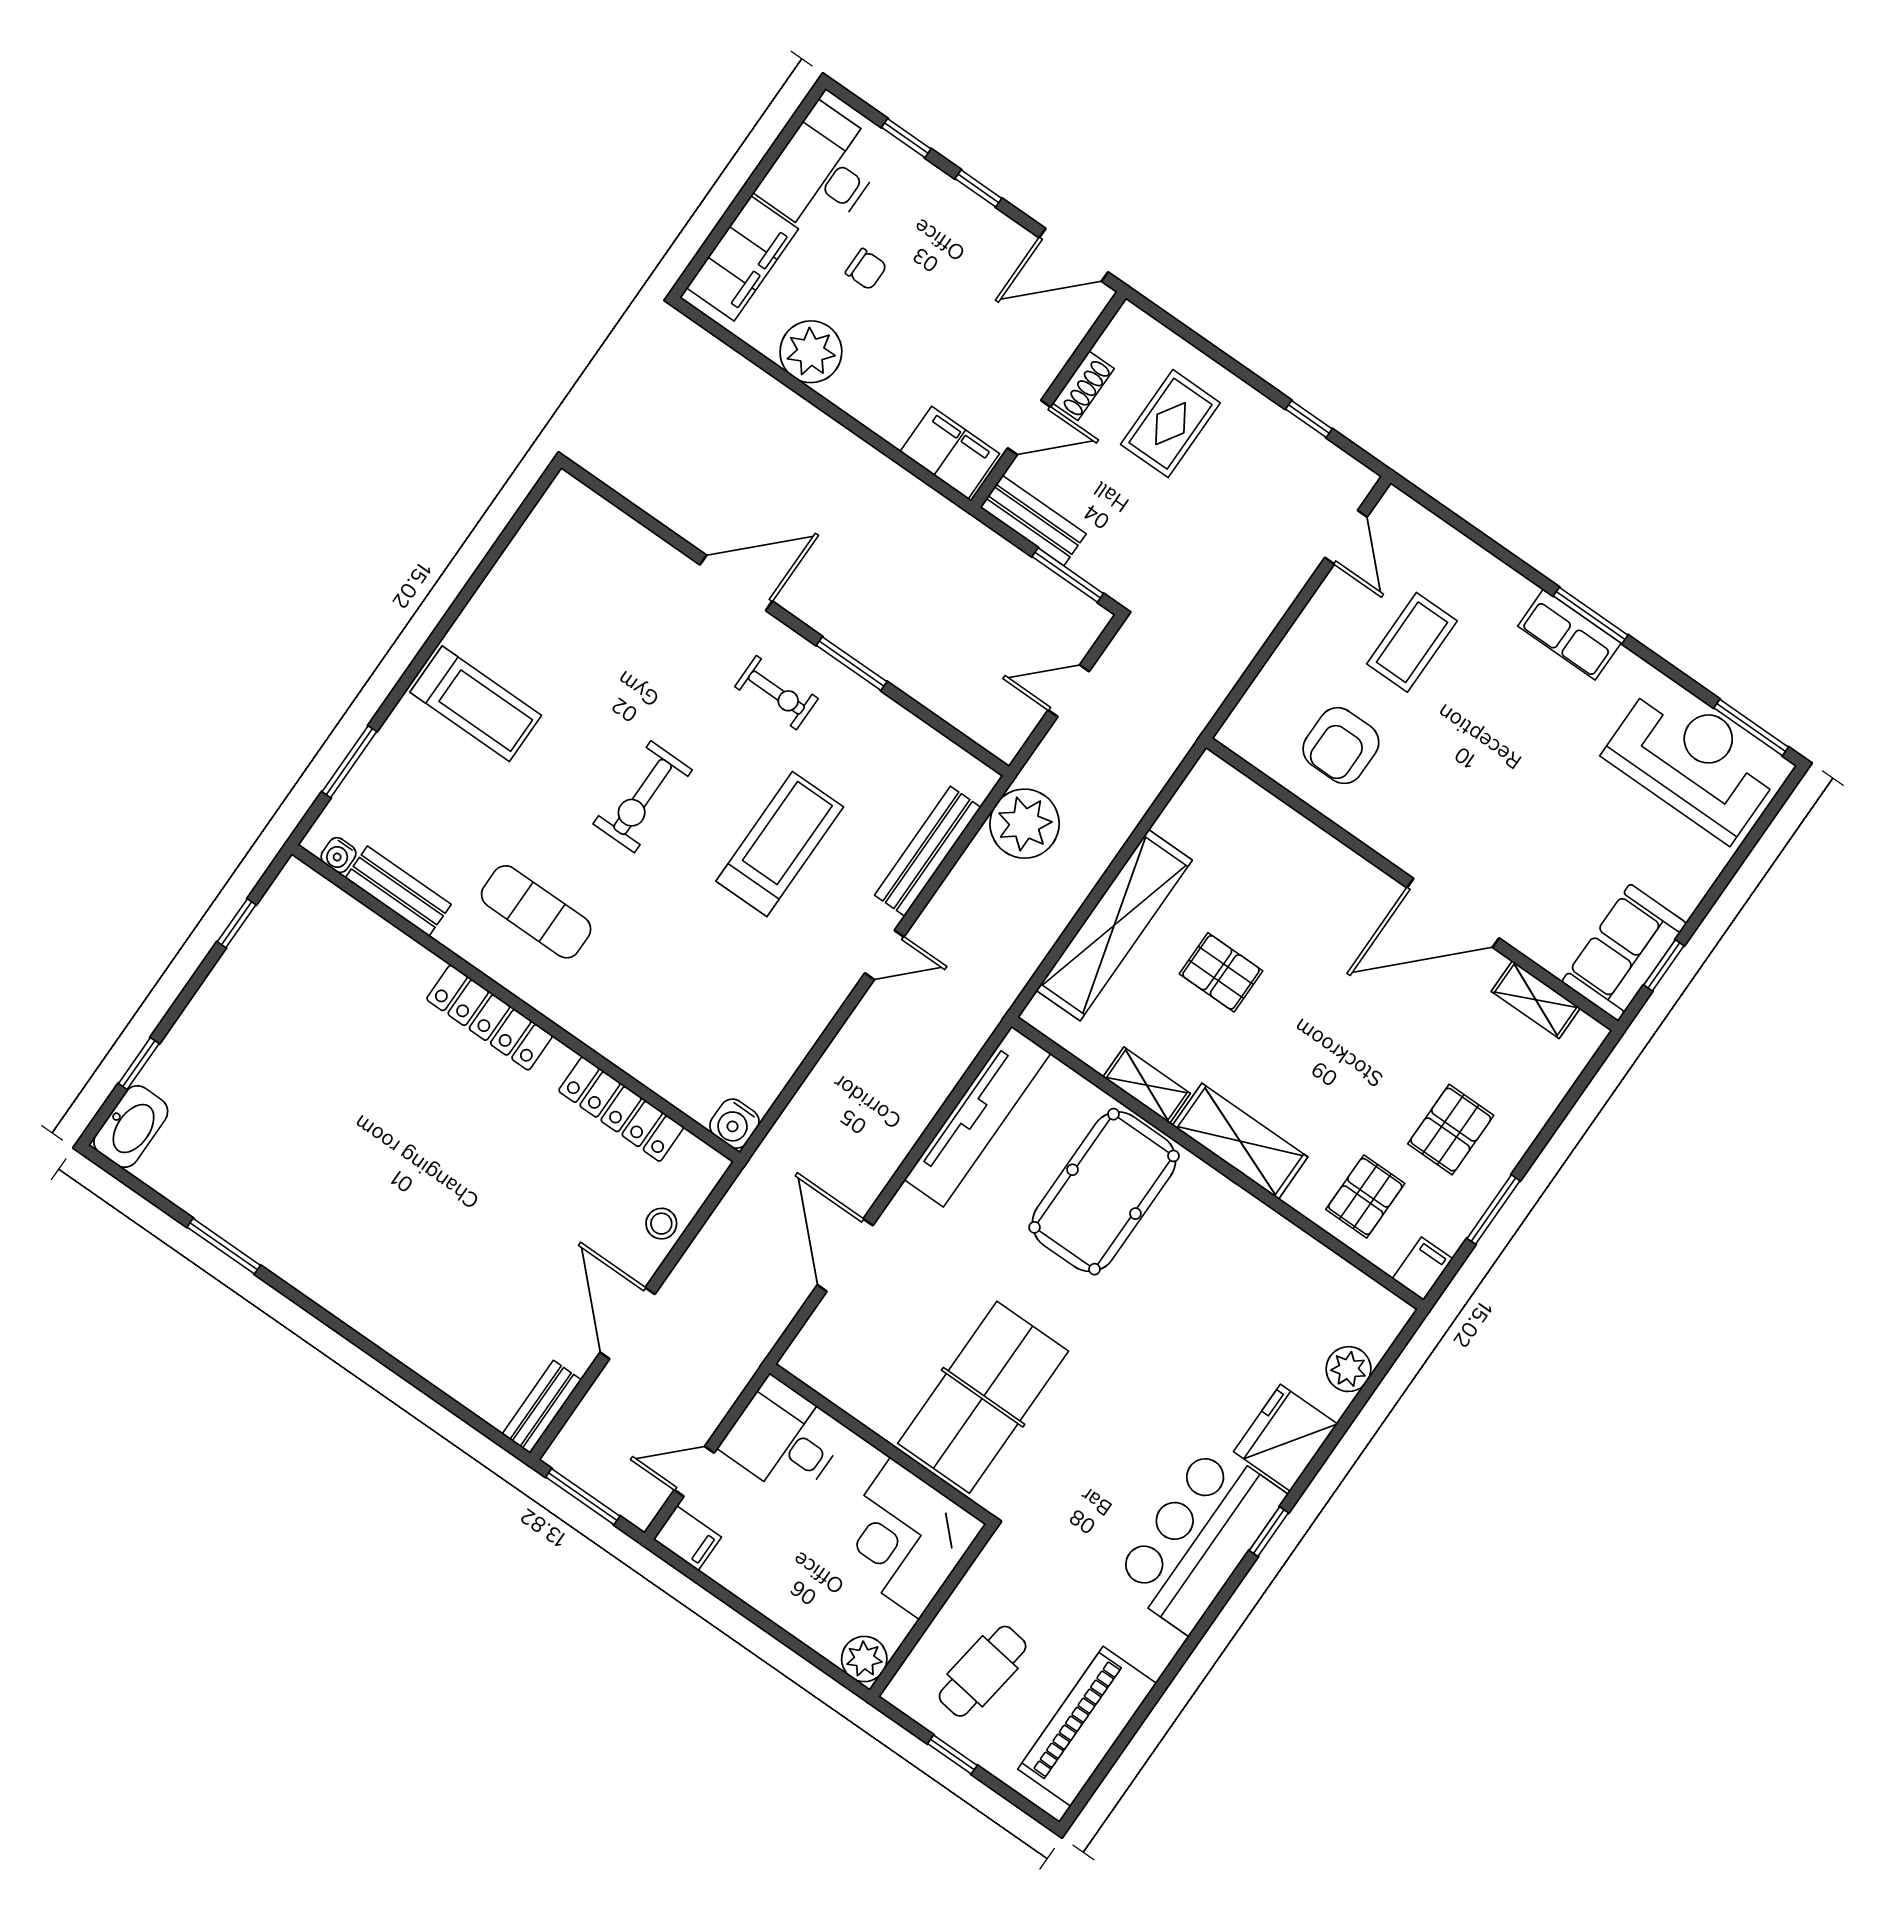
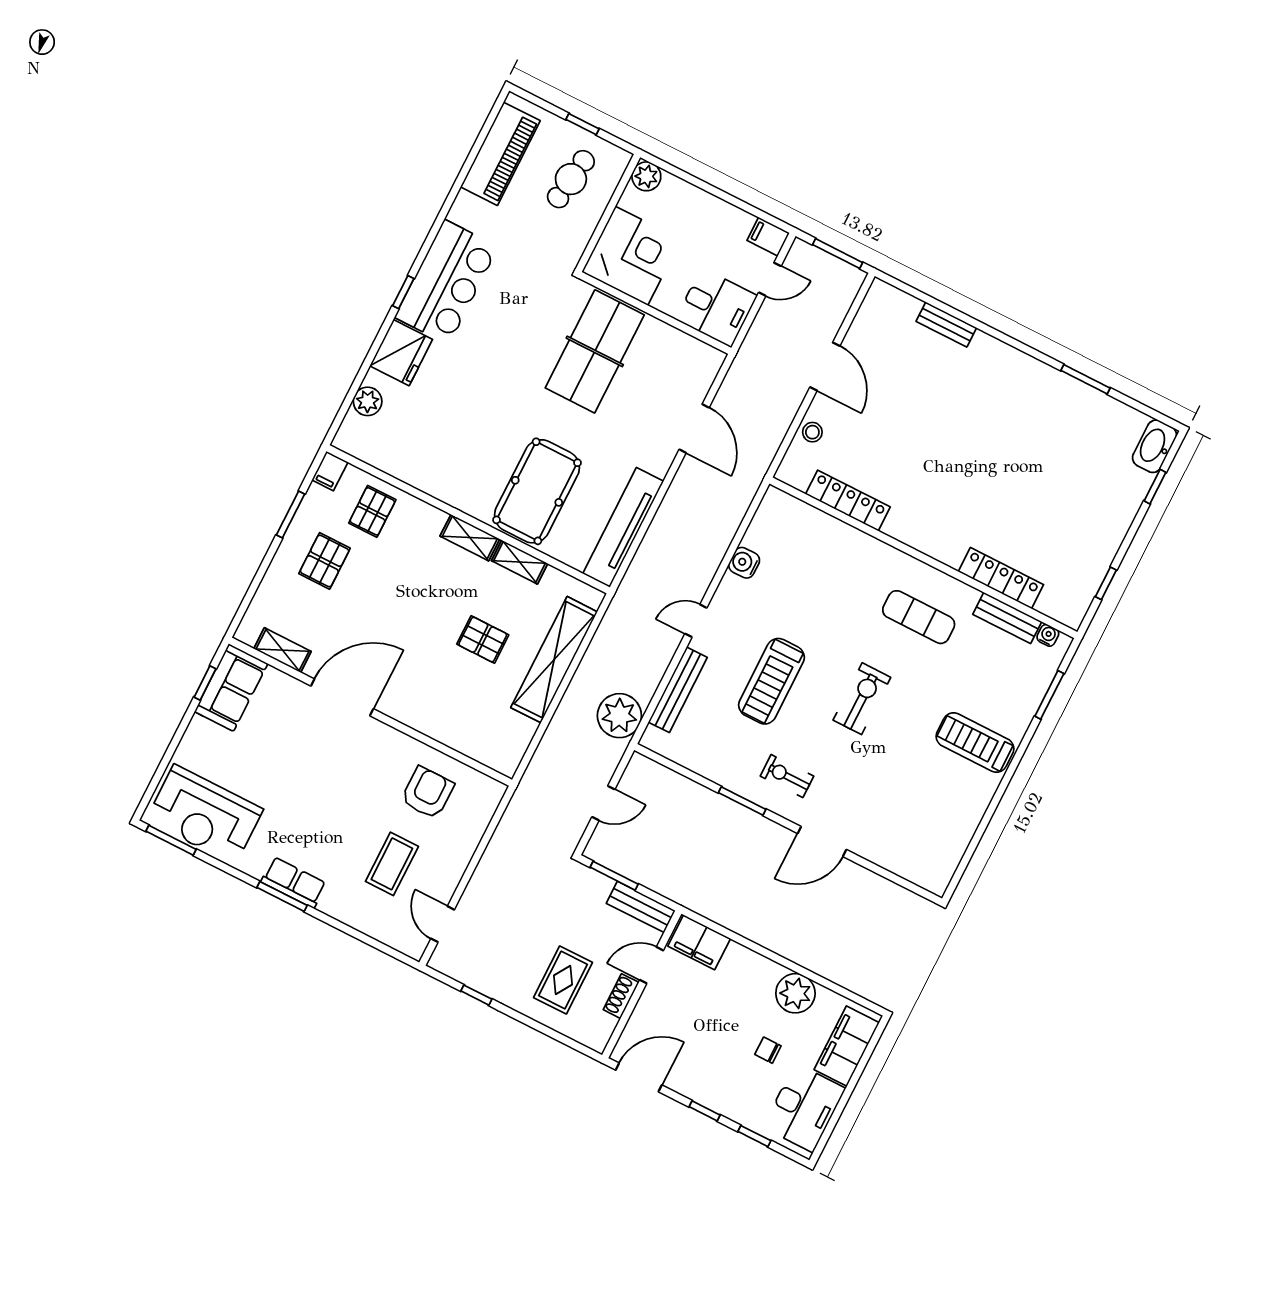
locker: (489, 1018) -> (1001, 578), moved
water cooler: (734, 1124) -> (744, 563), moved, turned -90
shelving: (1240, 1141) -> (470, 538), width x0.67, depth x0.75
bench: (542, 1407) -> (946, 325), moved, turned 90

